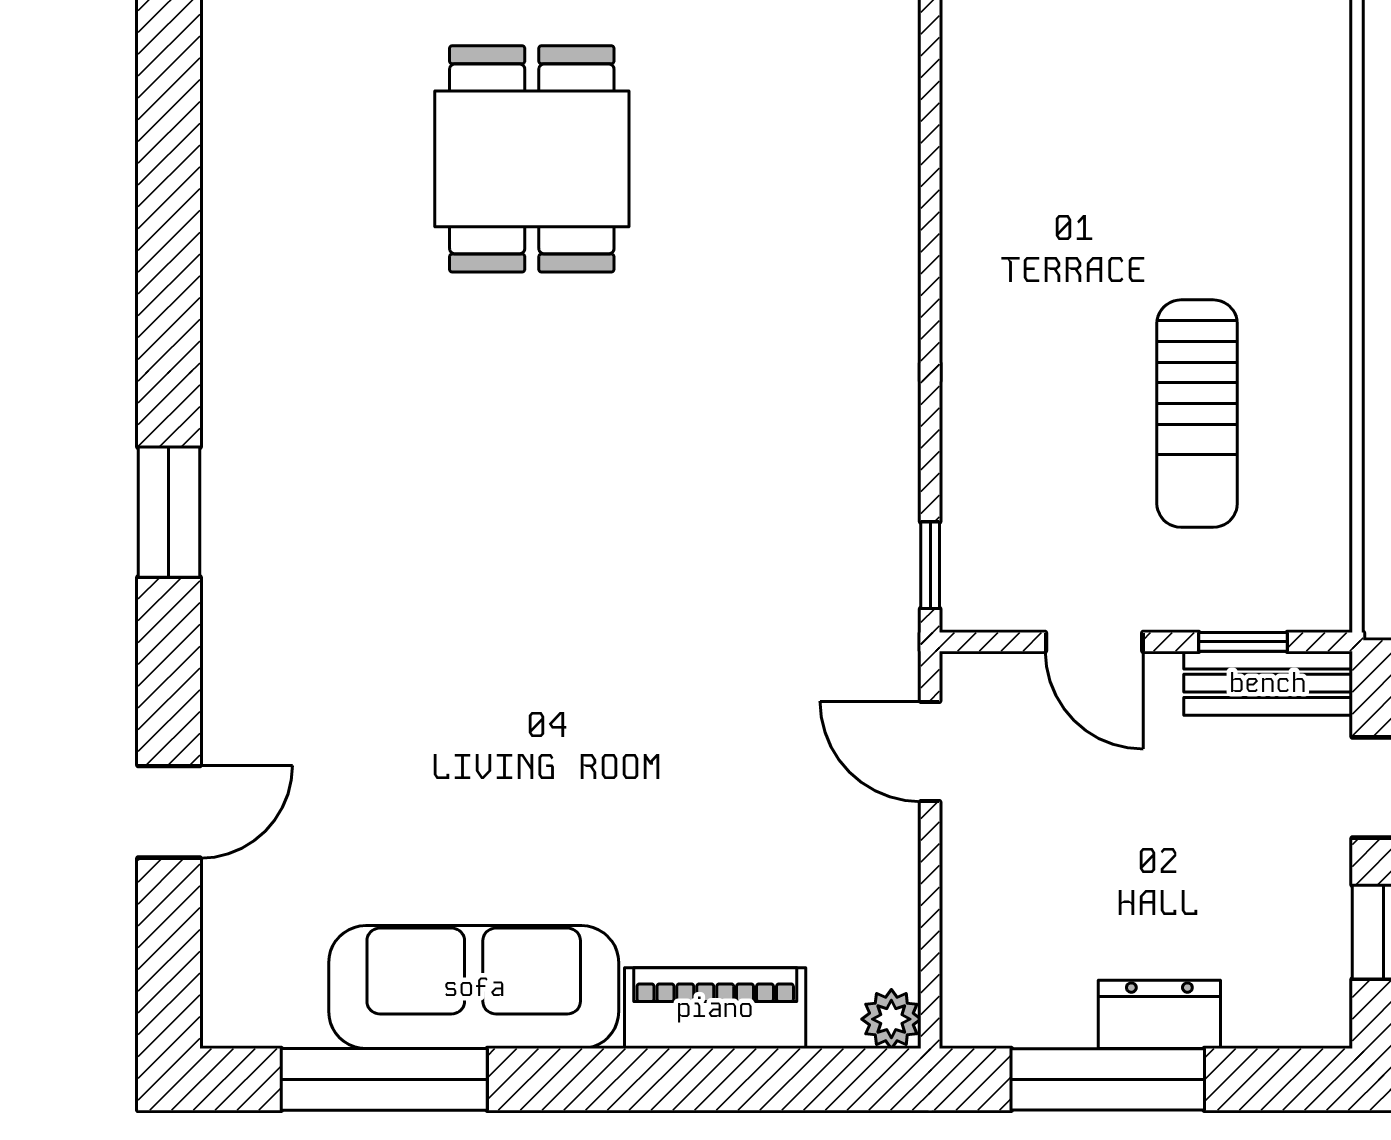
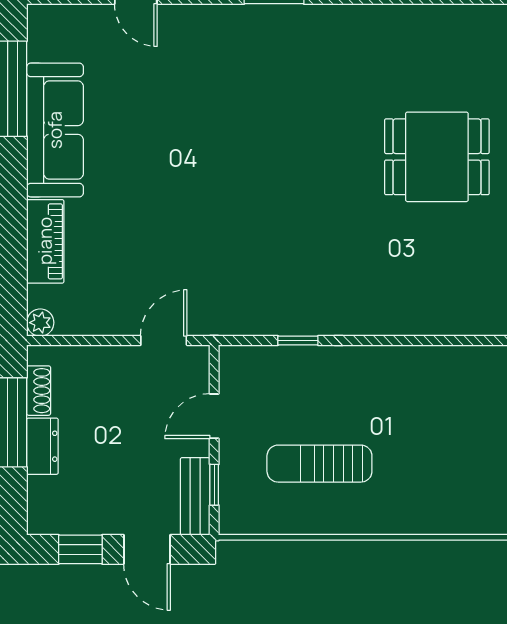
window: (930, 565) -> (298, 341), moved
shoe rack: (1039, 1023) -> (39, 391), added

